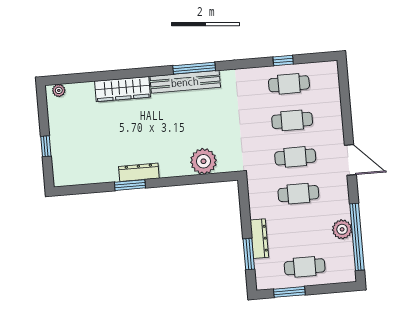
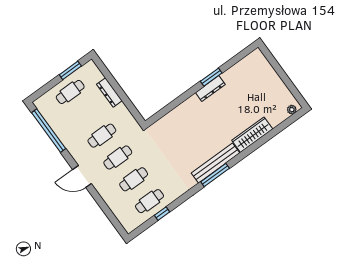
window: (46, 146) -> (279, 70), removed
plant: (203, 161) -> (174, 120), removed
plant: (342, 229) -> (61, 130), removed
window: (249, 254) -> (110, 79), removed

